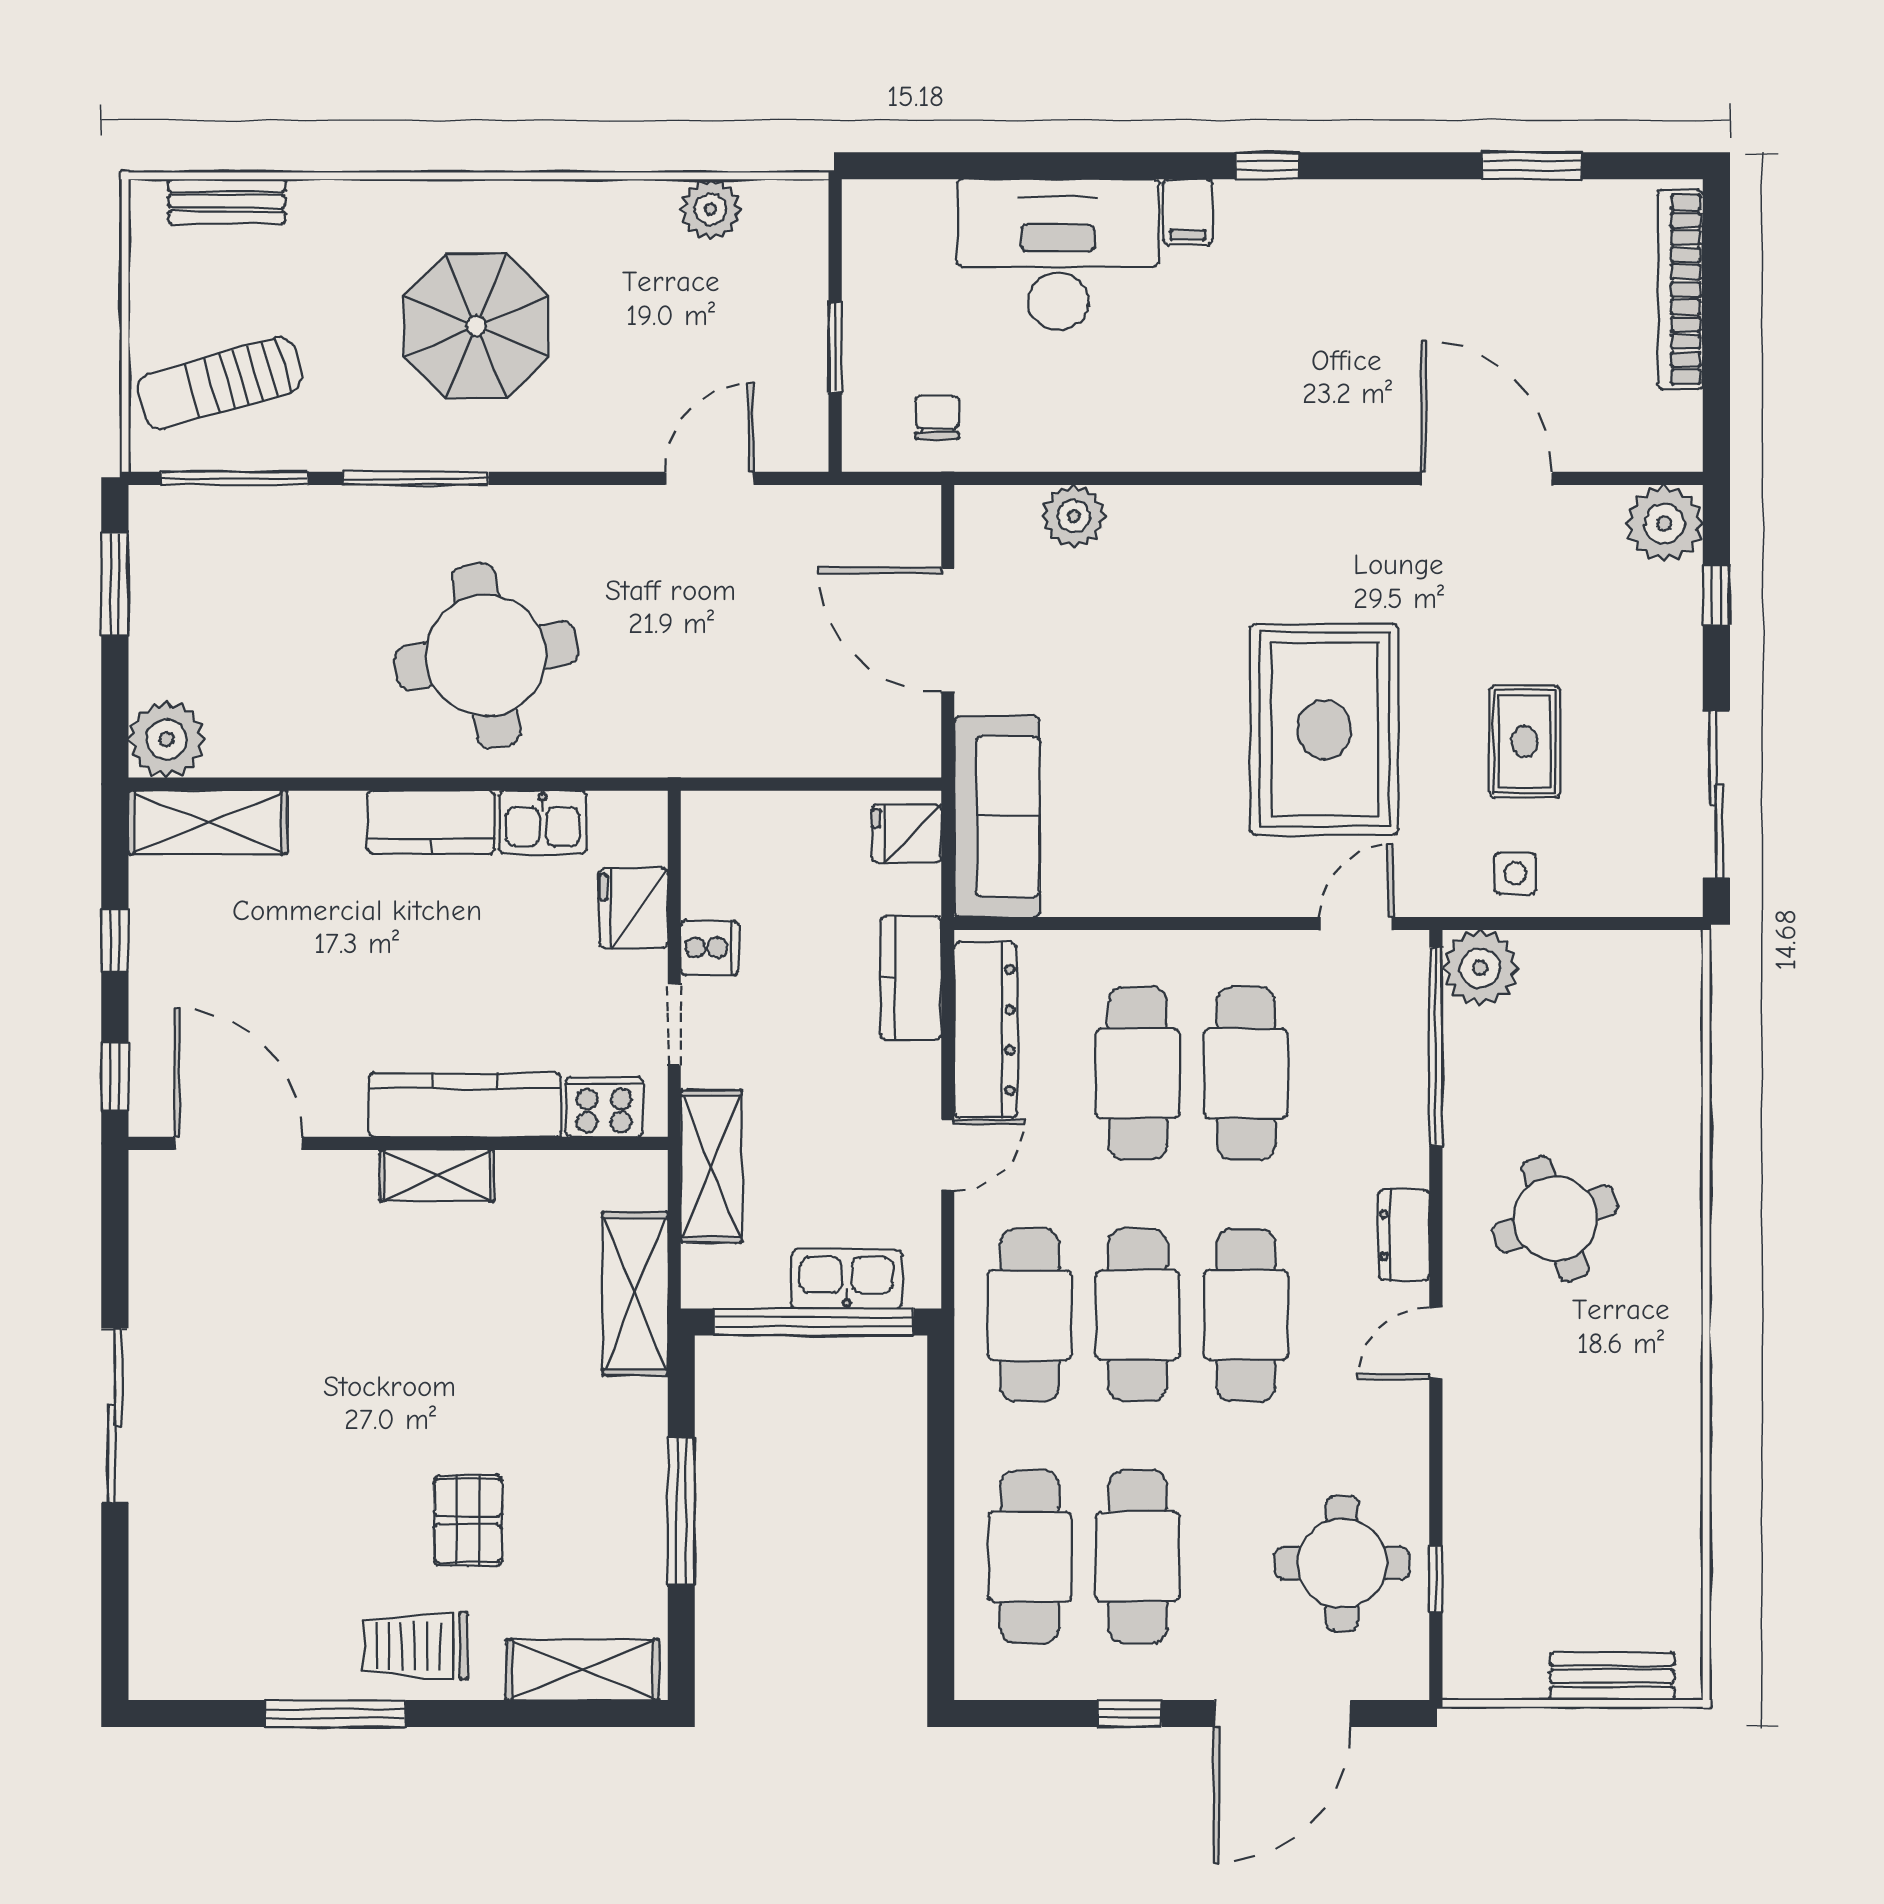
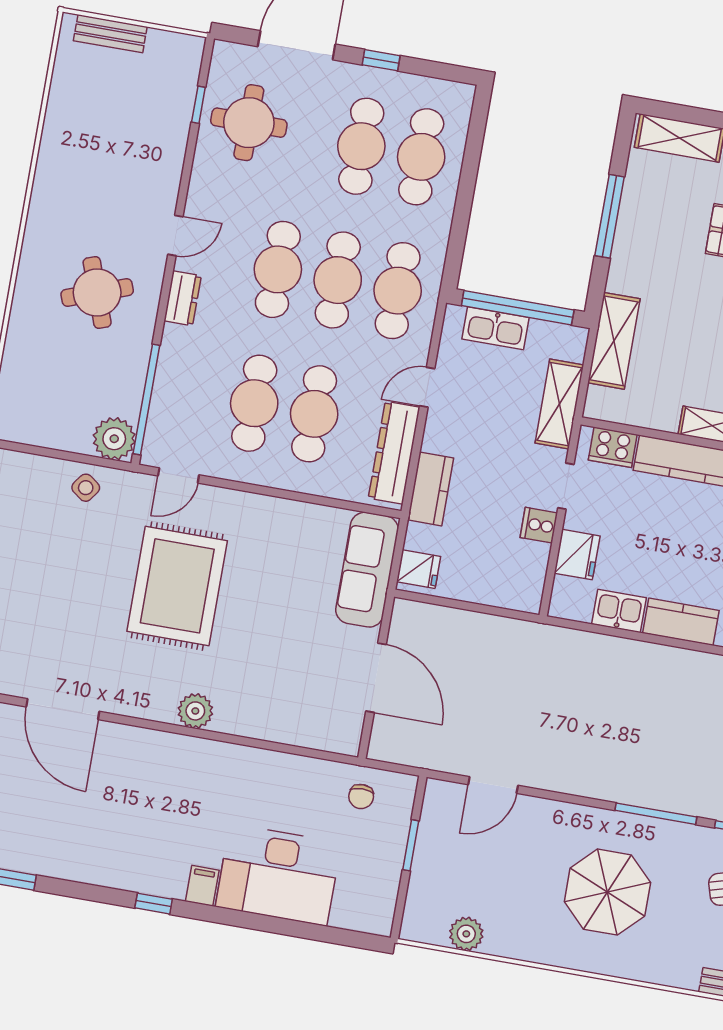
plant: (1074, 516) -> (195, 711), moved
round table: (486, 656) -> (634, 709), removed
rug: (1525, 741) -> (68, 560), removed
side table: (1515, 873) -> (86, 488), turned 36

